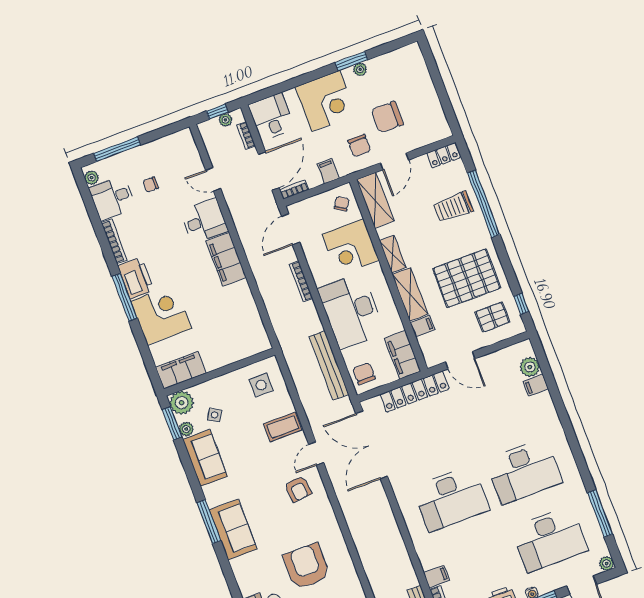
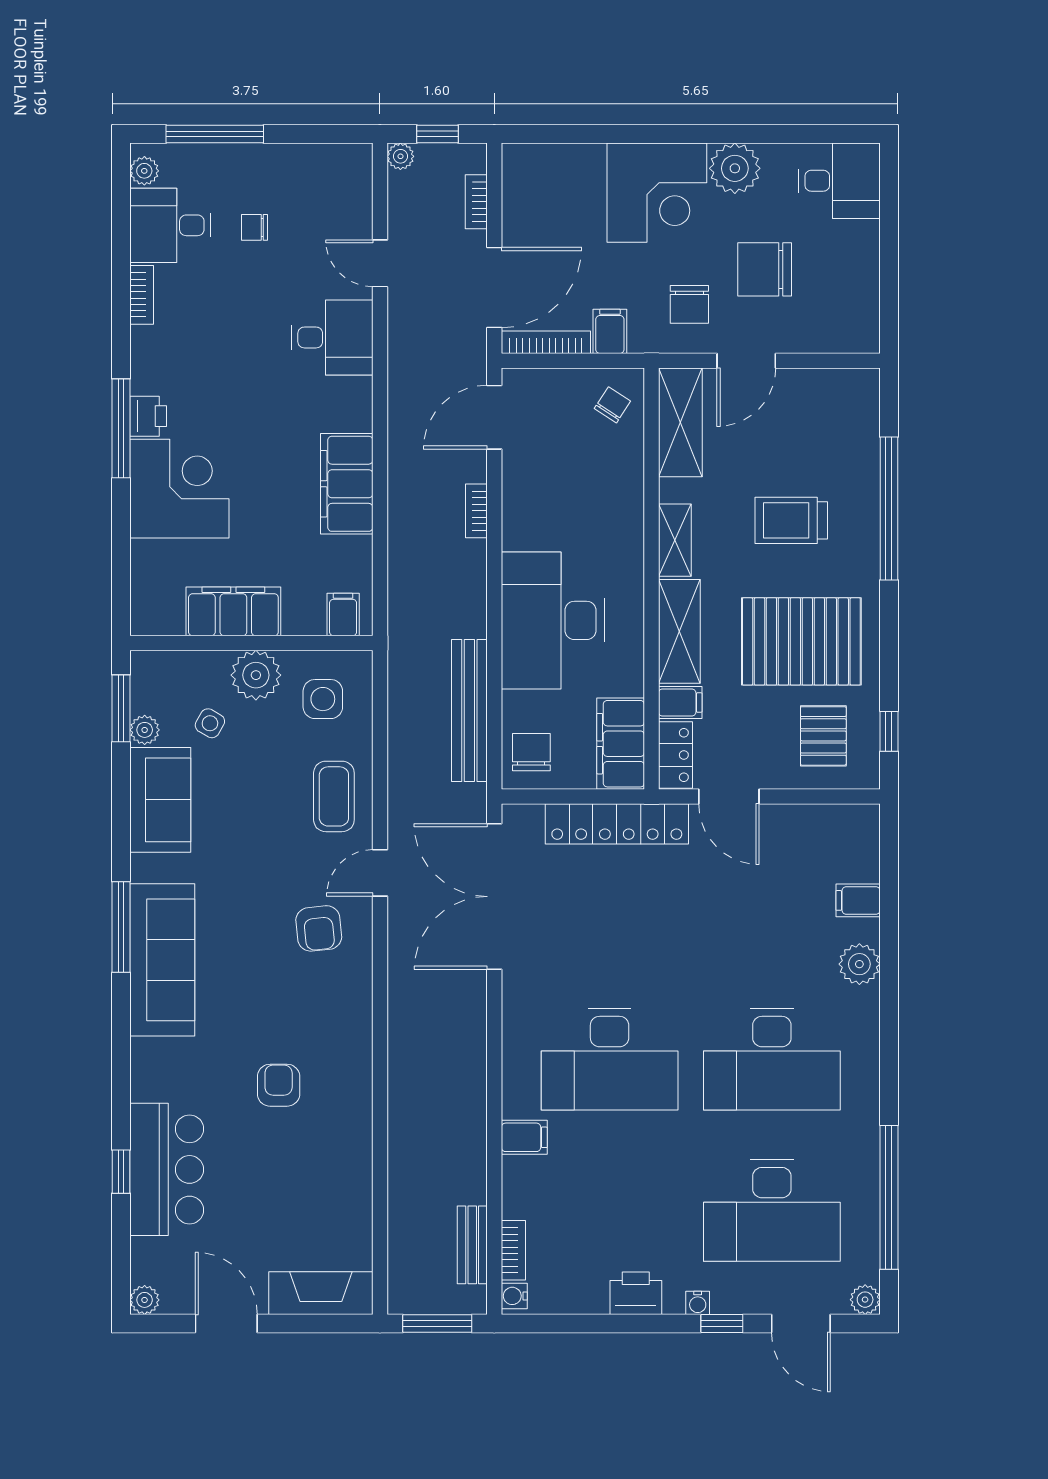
window: (351, 61) -> (736, 134), removed
plant: (360, 69) -> (735, 168), width x1.88, depth x1.88
desk: (271, 117) -> (839, 181), moved, turned 90
plant: (225, 120) -> (400, 156), moved
locker: (444, 155) -> (675, 755), moved, turned -90
bookcase: (294, 190) -> (546, 342), width x1.56
trolley: (453, 207) -> (791, 520), moved
bookcase: (114, 241) -> (142, 295), width x0.64
corner desk: (351, 247) -> (598, 496), removed
filing cabinet: (226, 259) -> (347, 484), moved
printer: (136, 278) -> (148, 416), width x0.53, depth x0.68
bookcase: (301, 281) -> (476, 511), width x0.64
pallet: (492, 317) -> (823, 736), turned 90
filing cabinet: (256, 344) -> (343, 615), added
plant: (530, 367) -> (859, 964), moved
filing cabinet: (181, 370) -> (233, 611), moved
plant: (182, 403) -> (256, 675), moved
coffee table: (283, 427) -> (334, 796), turned 90
window: (600, 513) -> (889, 1197), width x1.46
sofa: (233, 529) -> (162, 960), width x1.36
armchair: (307, 566) -> (279, 1085), width x0.53, depth x0.53
filing cabinet: (436, 576) -> (524, 1137), moved

